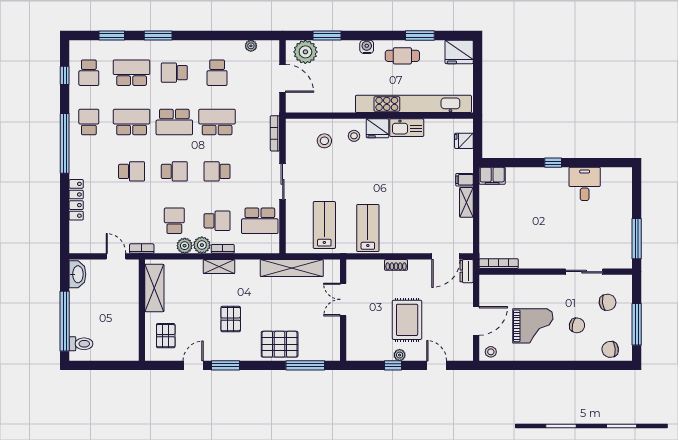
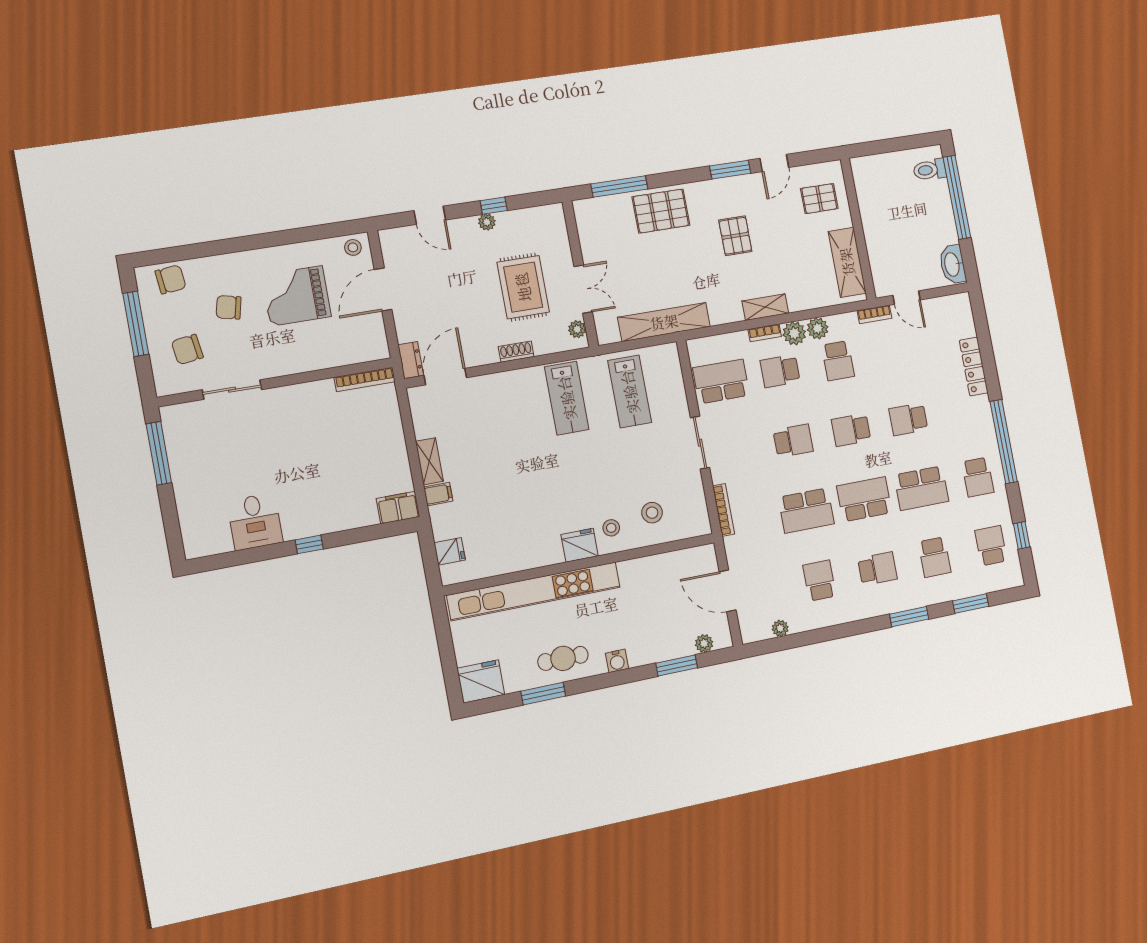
plant: (305, 52) -> (704, 643), width x0.53, depth x0.53
school desk: (132, 73) -> (935, 557), width x0.54
kitchen sink: (407, 128) -> (537, 554), removed
plant: (352, 273) -> (577, 329), added
rug: (407, 320) -> (523, 287), moved
pallet: (166, 336) -> (819, 199), turned 90

